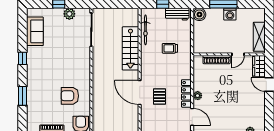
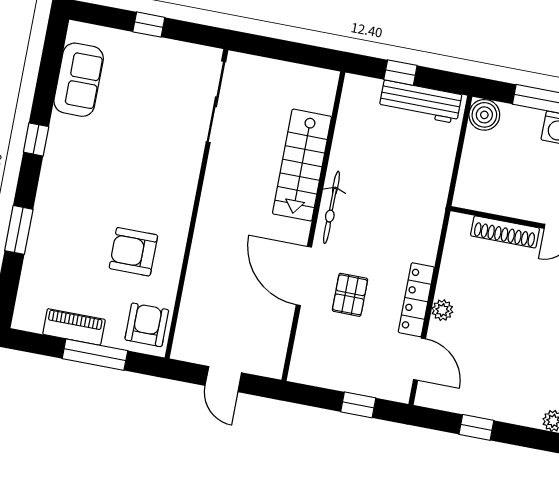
plant: (69, 14) -> (170, 53), removed
workbench: (177, 14) -> (420, 102), width x1.38
bicycle: (145, 30) -> (331, 207), moved
trolley: (170, 48) -> (397, 183), removed

